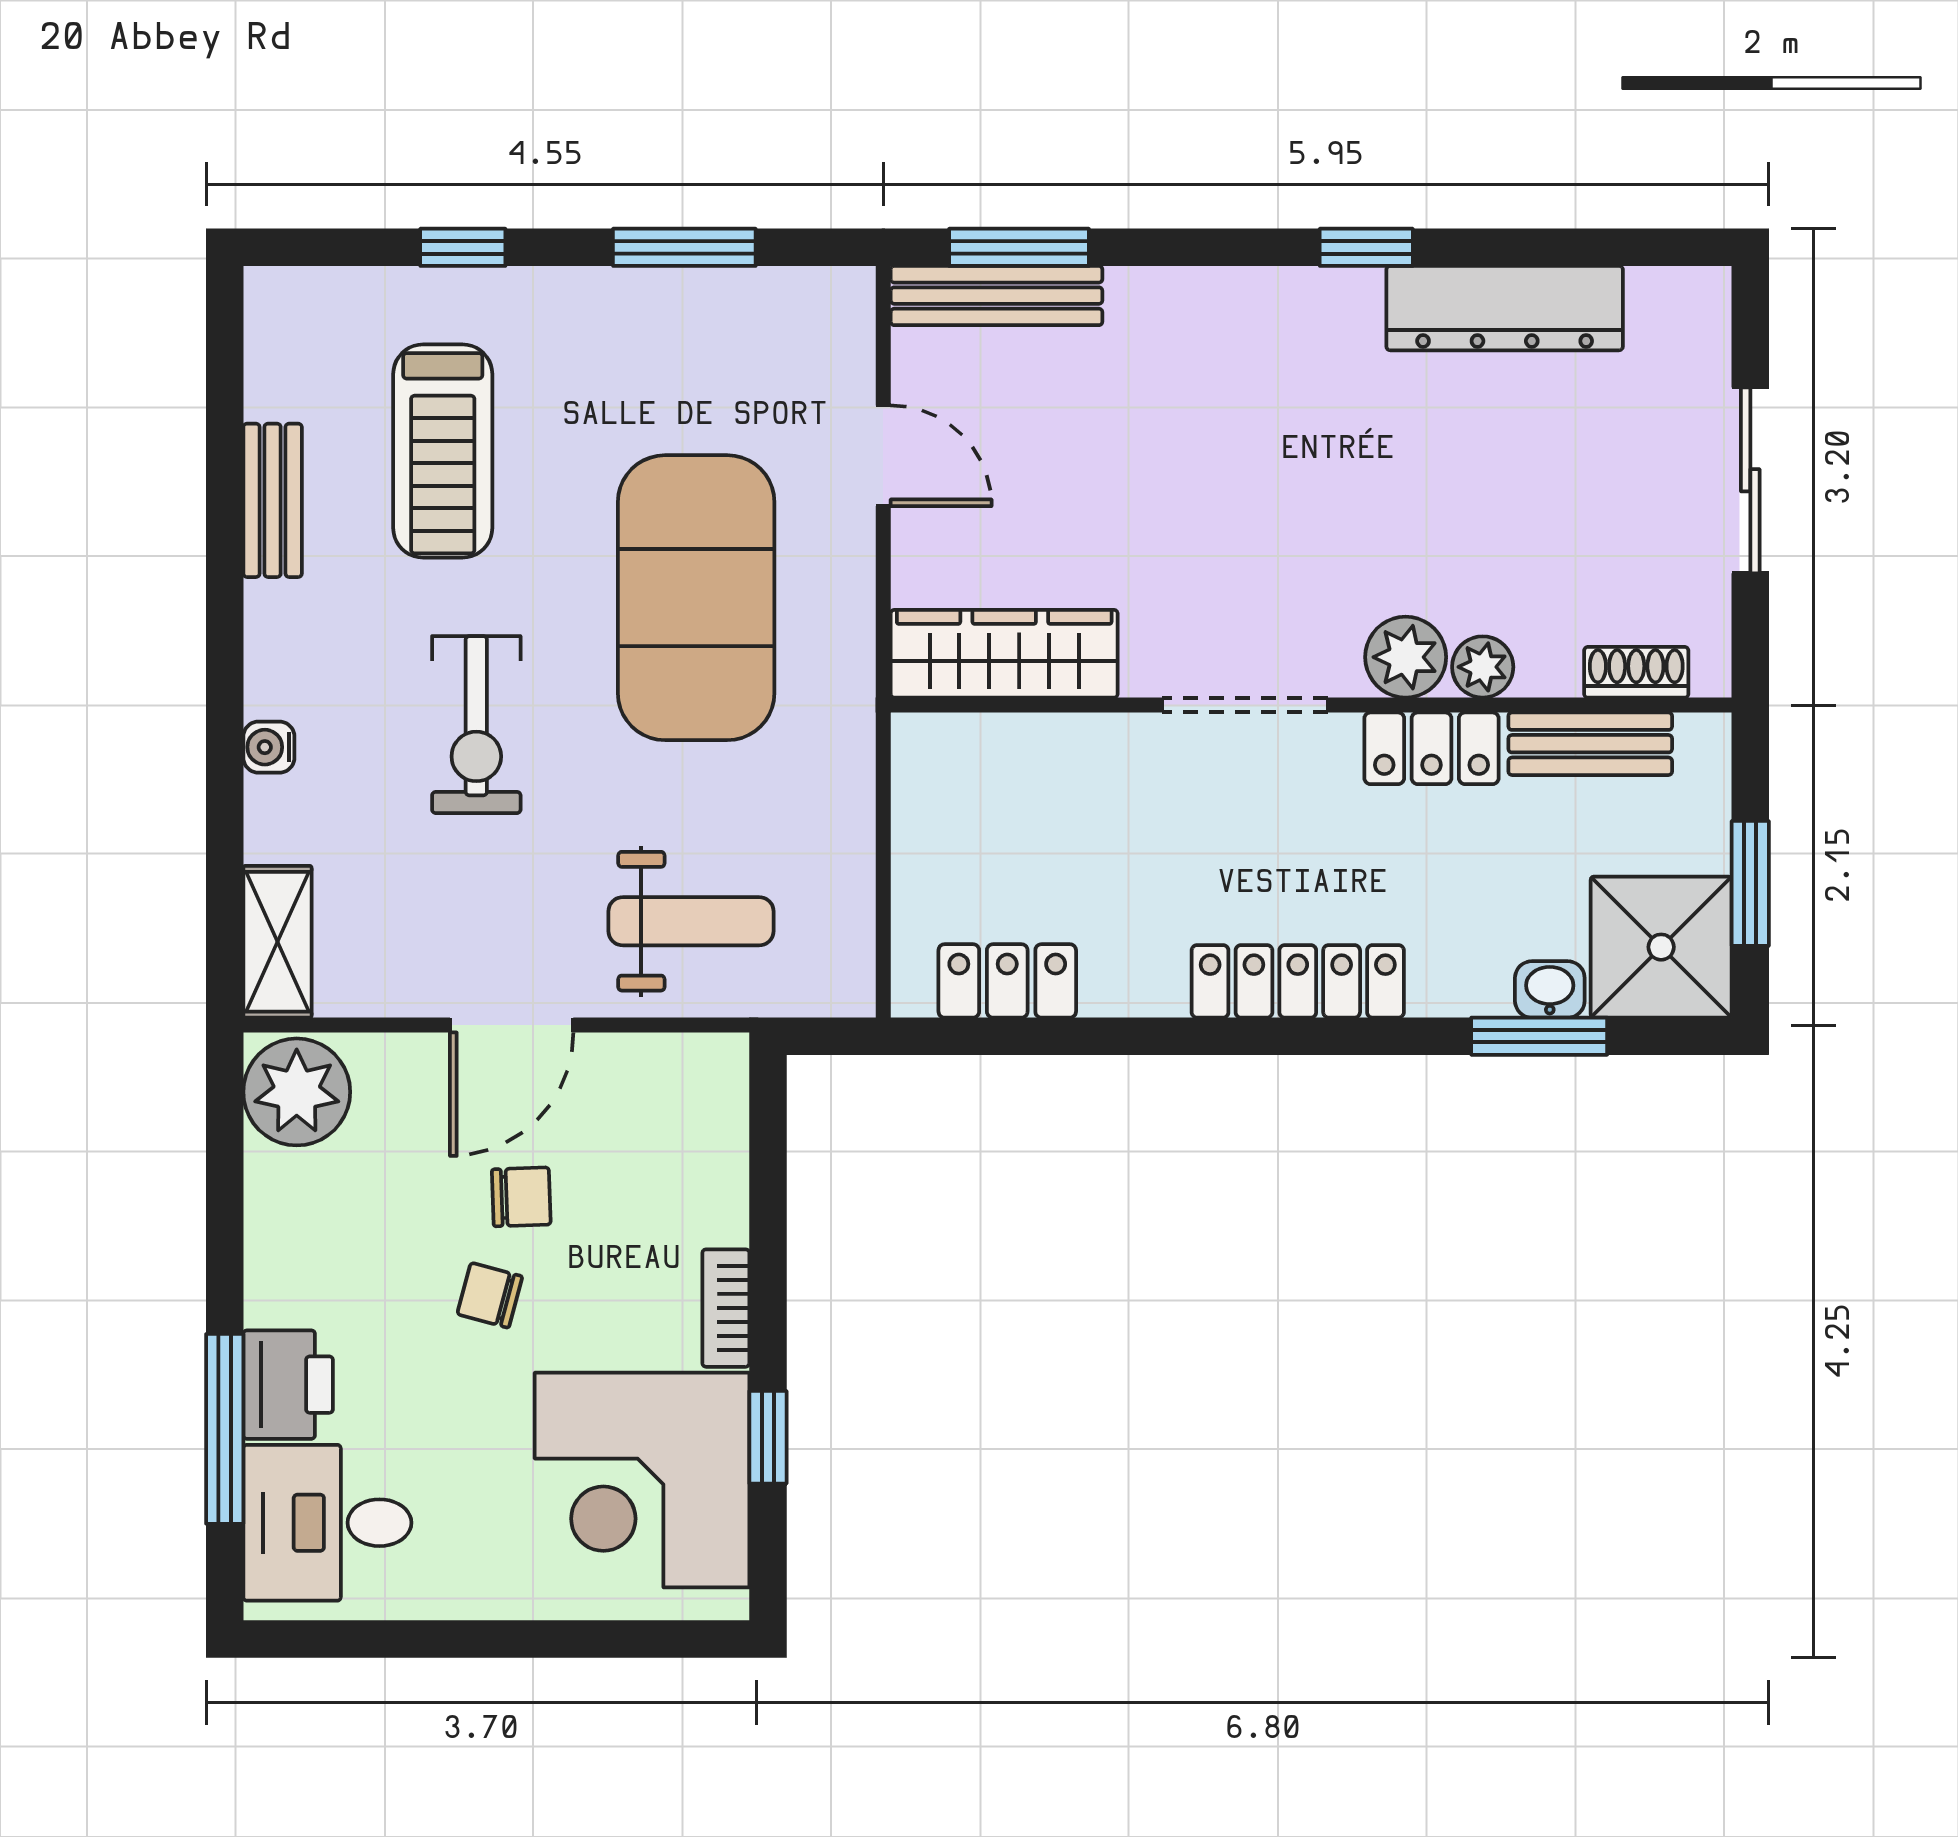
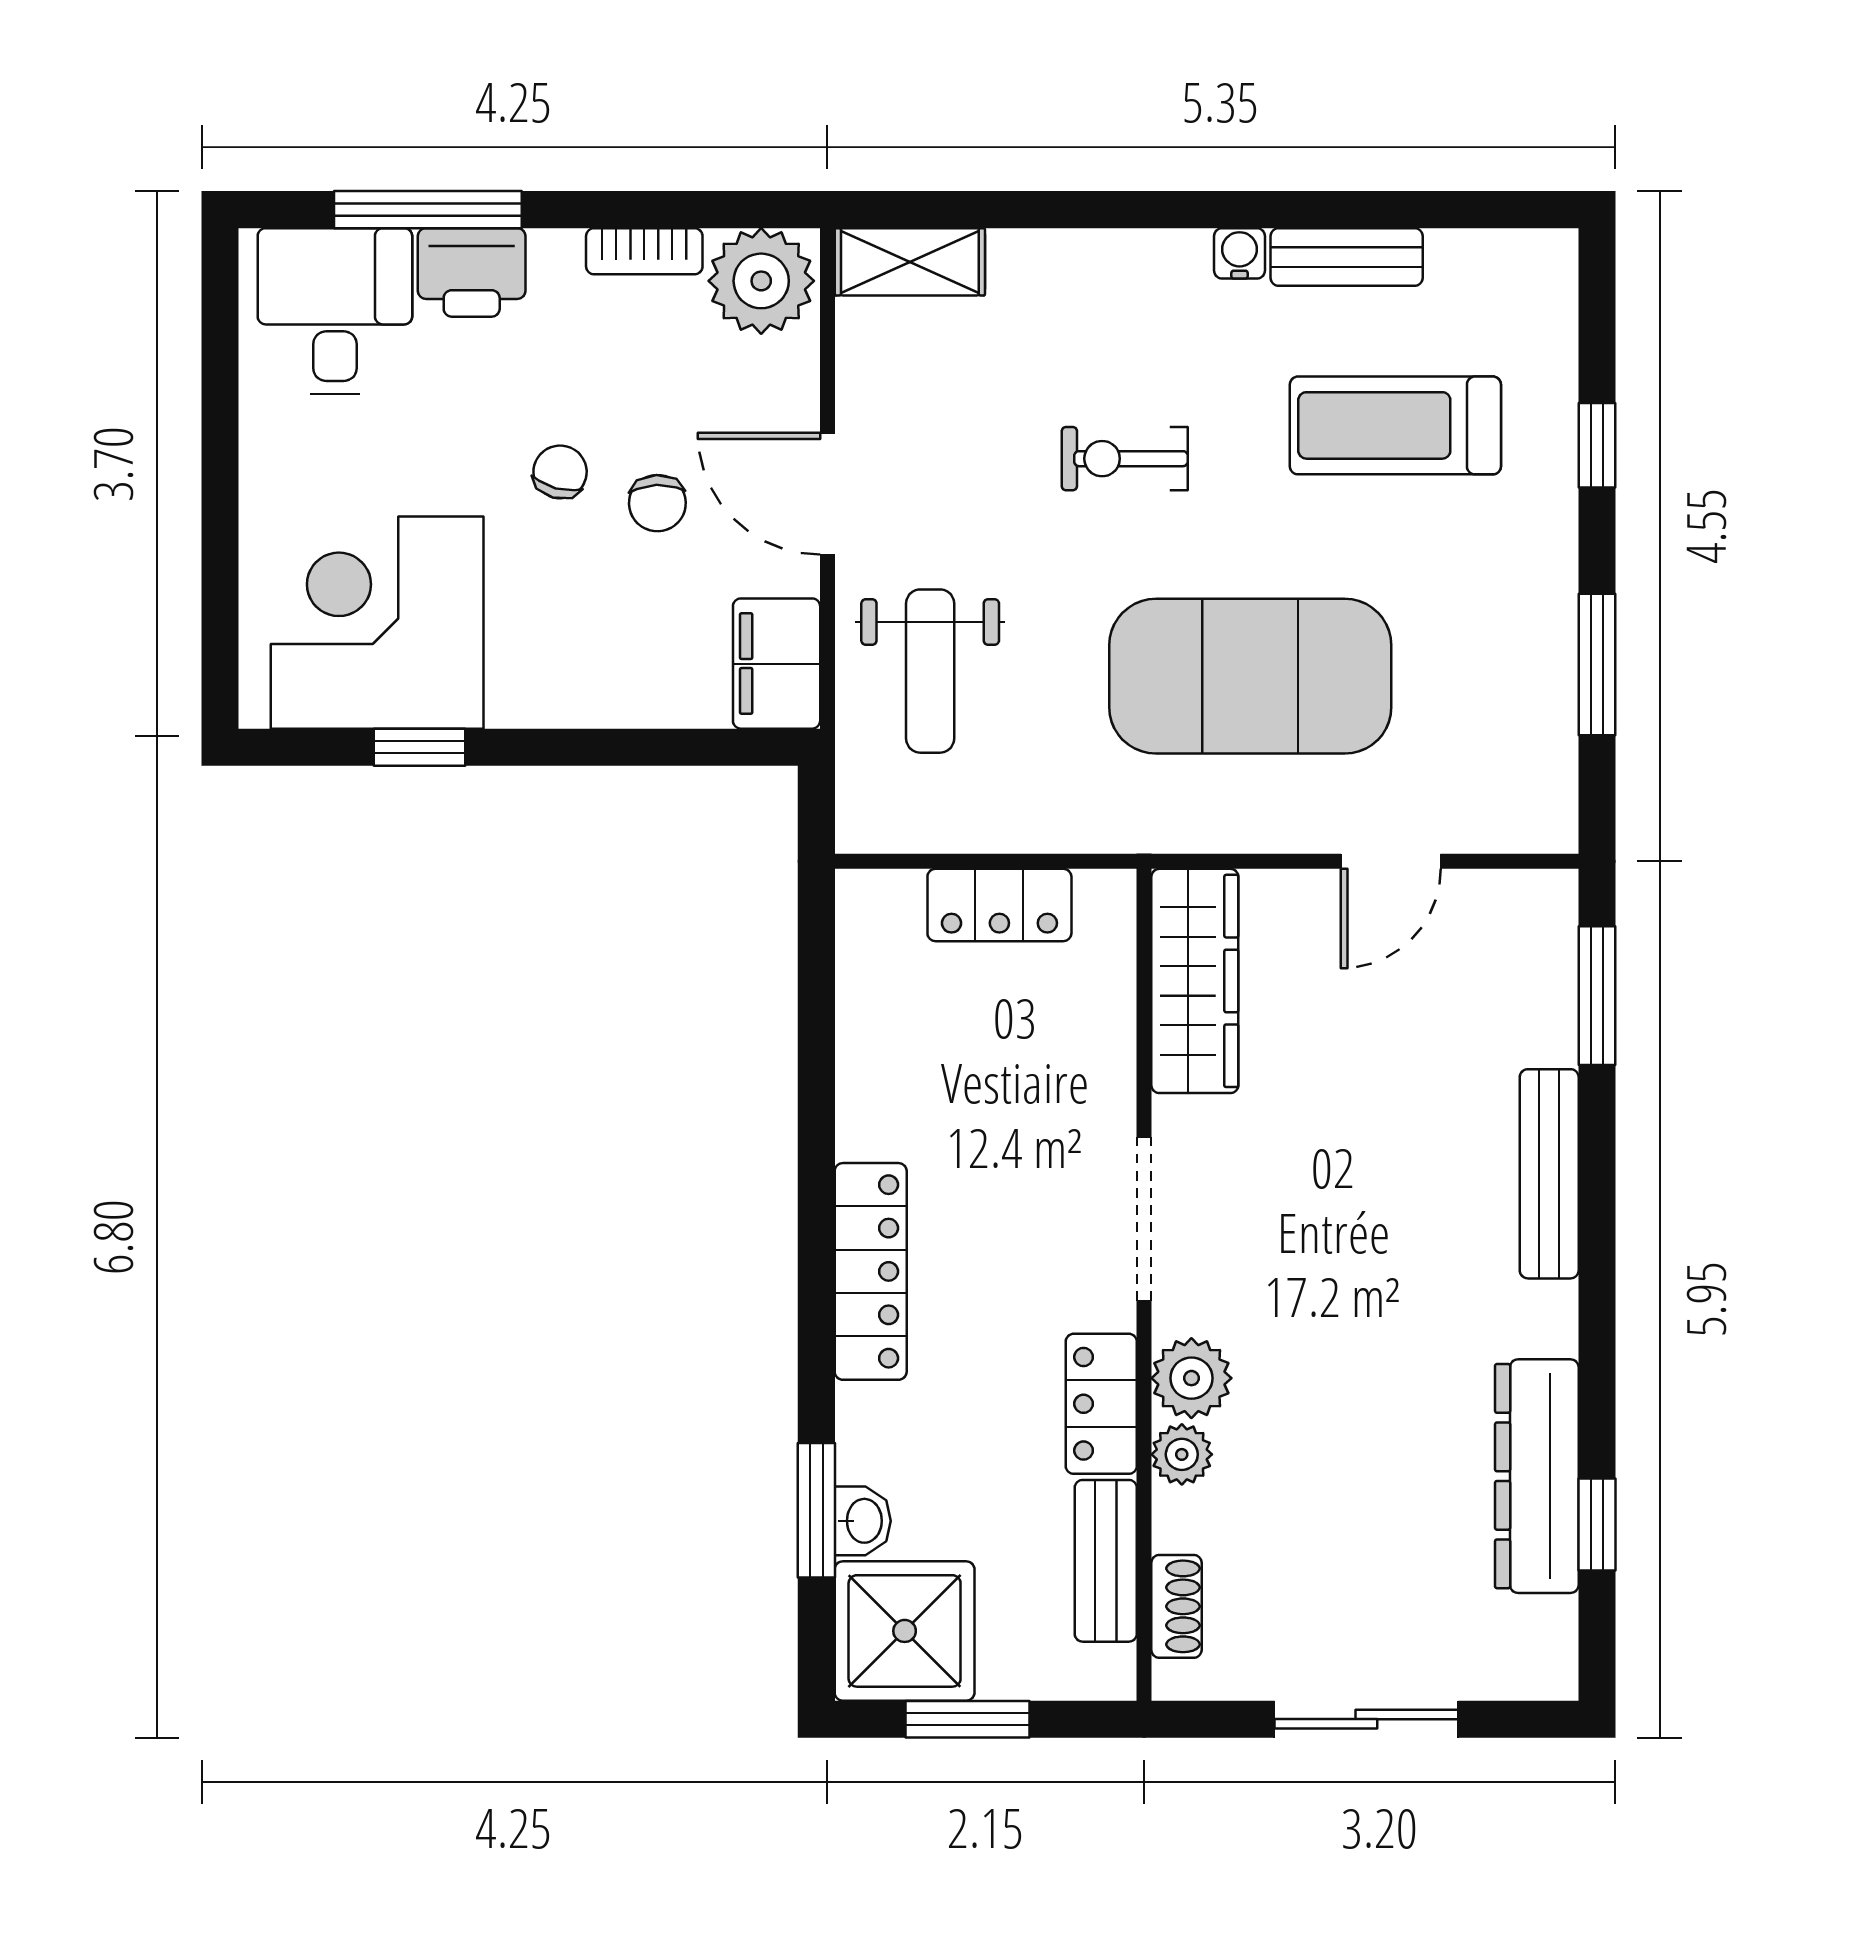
window: (1366, 247) -> (1597, 1524), moved
bench: (997, 296) -> (1549, 1174), moved
exercise bike: (476, 725) -> (1125, 459), width x0.73, depth x0.72
water cooler: (269, 747) -> (1240, 253), moved
locker: (1007, 981) -> (999, 905), moved, turned 90
filing cabinet: (683, 1076) -> (777, 664), added
bookcase: (726, 1308) -> (644, 251), moved, turned 180

